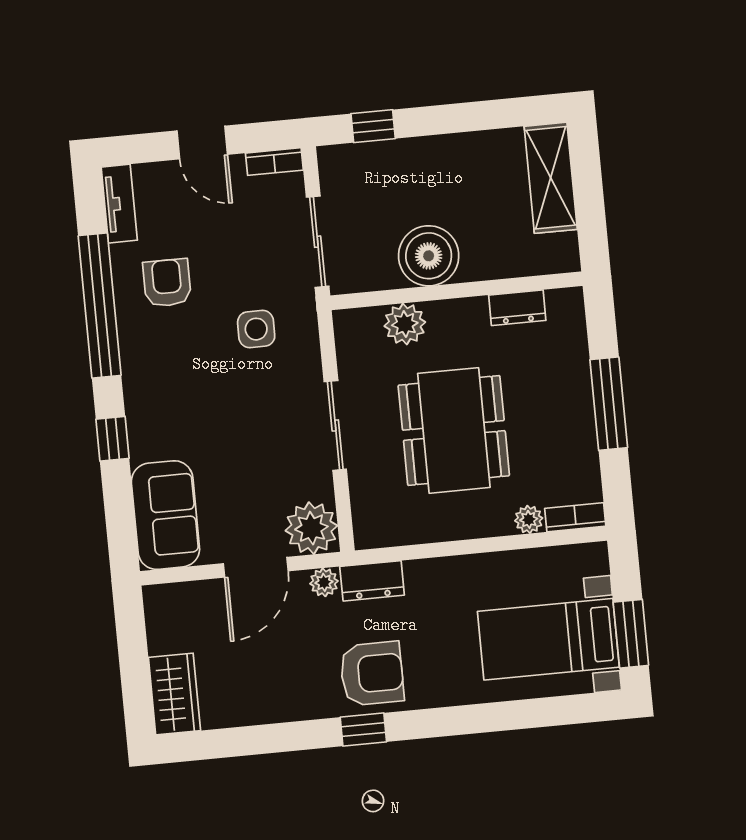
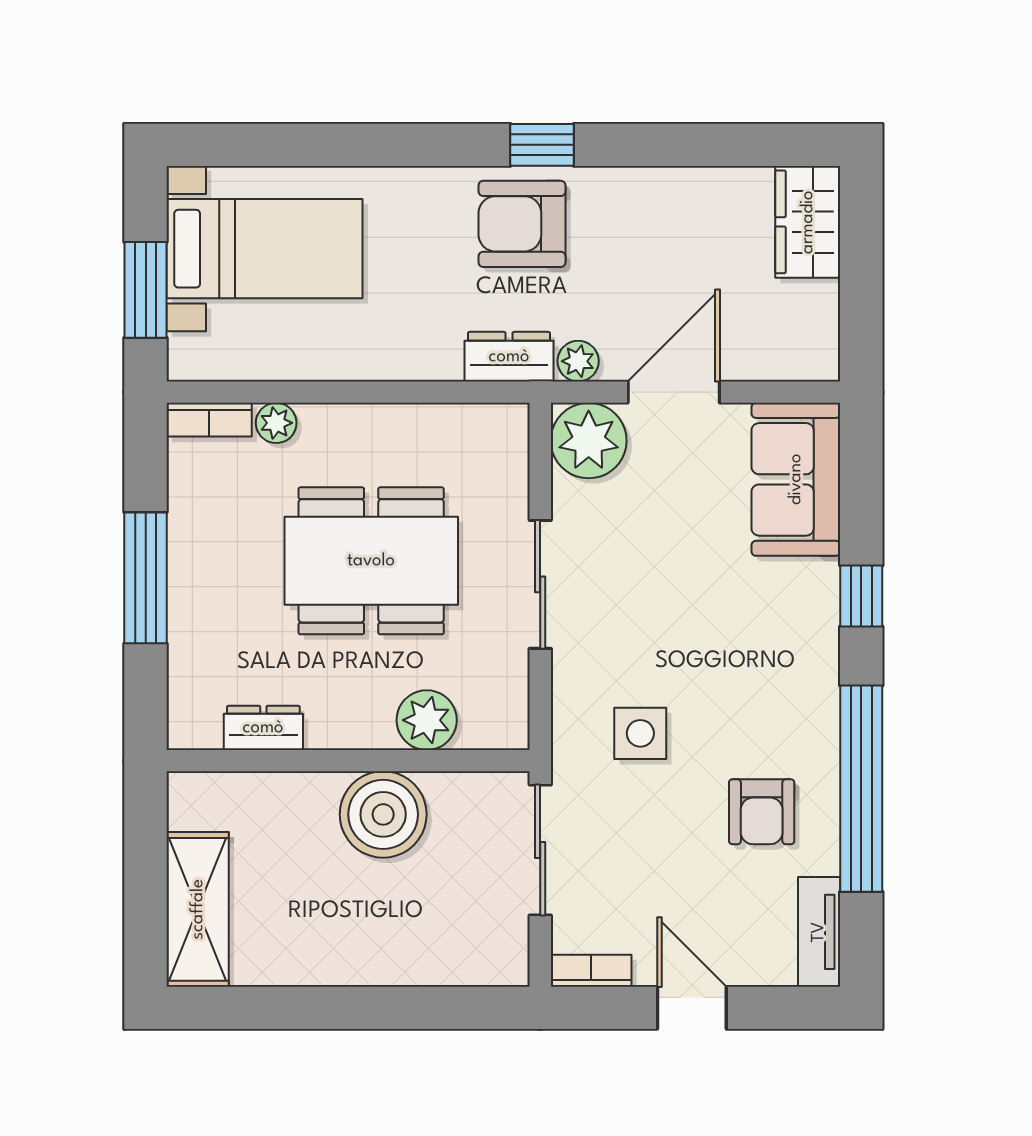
window: (373, 126) -> (445, 1008), removed
dining table: (454, 430) -> (371, 561), turned 90
window: (631, 634) -> (146, 290), moved

